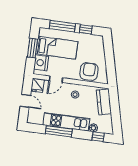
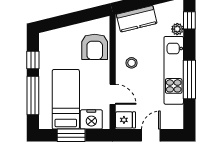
armchair: (89, 72) -> (95, 47), turned -90

